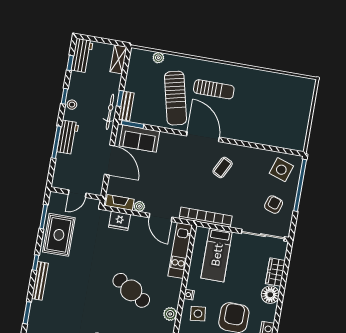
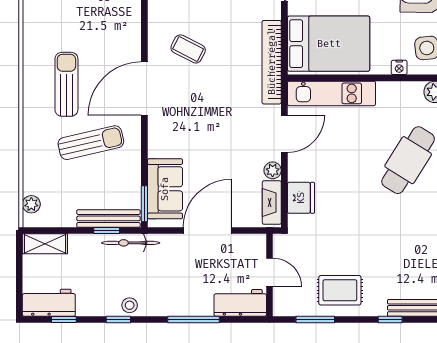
plant: (158, 58) -> (31, 204), moved
sun lounger: (175, 98) -> (91, 143), width x0.73, depth x0.75
bench: (126, 106) -> (108, 218), width x1.36
workbench: (68, 137) -> (240, 303), moved
rug: (59, 235) -> (340, 290), width x0.73, depth x0.70
bed: (217, 255) -> (329, 44), width x1.50

